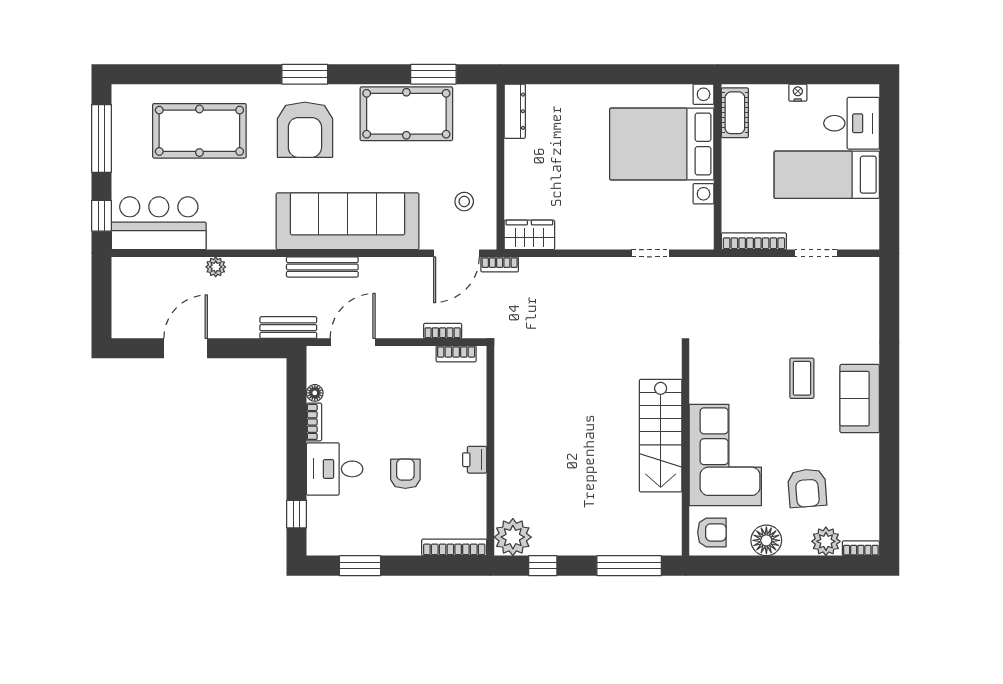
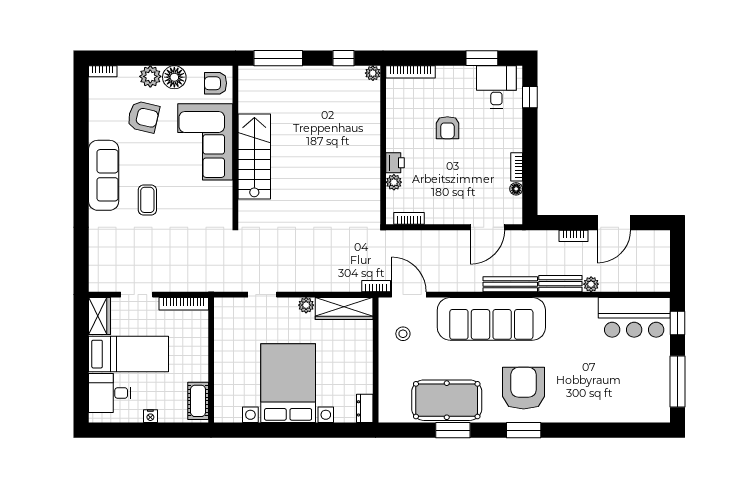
window: (433, 74) -> (453, 430), moved
dresser: (515, 111) -> (365, 408), width x0.70
pool table: (199, 131) -> (603, 387), removed
bed with nightstands: (662, 144) -> (288, 383), moved, turned -90
wardrobe: (865, 225) -> (99, 316), added
wardrobe: (529, 235) -> (344, 309), width x1.50
plant: (592, 239) -> (306, 305), added
door: (456, 253) -> (409, 295), hinge flipped
bench: (288, 328) -> (560, 284), moved
bookcase: (443, 331) -> (573, 236), moved
sofa: (860, 399) -> (104, 175), width x1.36
plant: (476, 402) -> (394, 182), added
printer: (475, 460) -> (395, 163), moved
desk: (335, 469) -> (496, 87), moved, turned -90
armchair: (807, 488) -> (143, 117), turned 107
plant: (513, 537) -> (373, 73), width x0.53, depth x0.53
plant: (826, 541) -> (150, 76), moved

